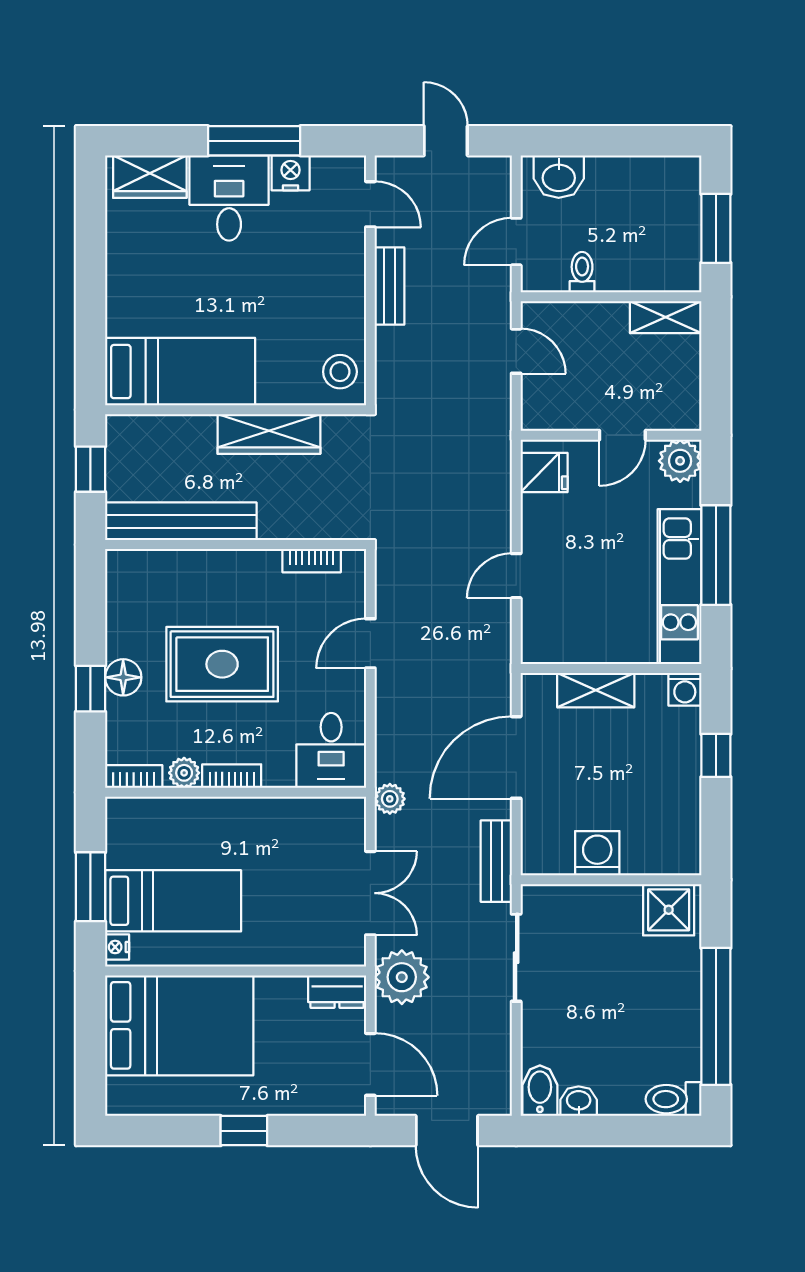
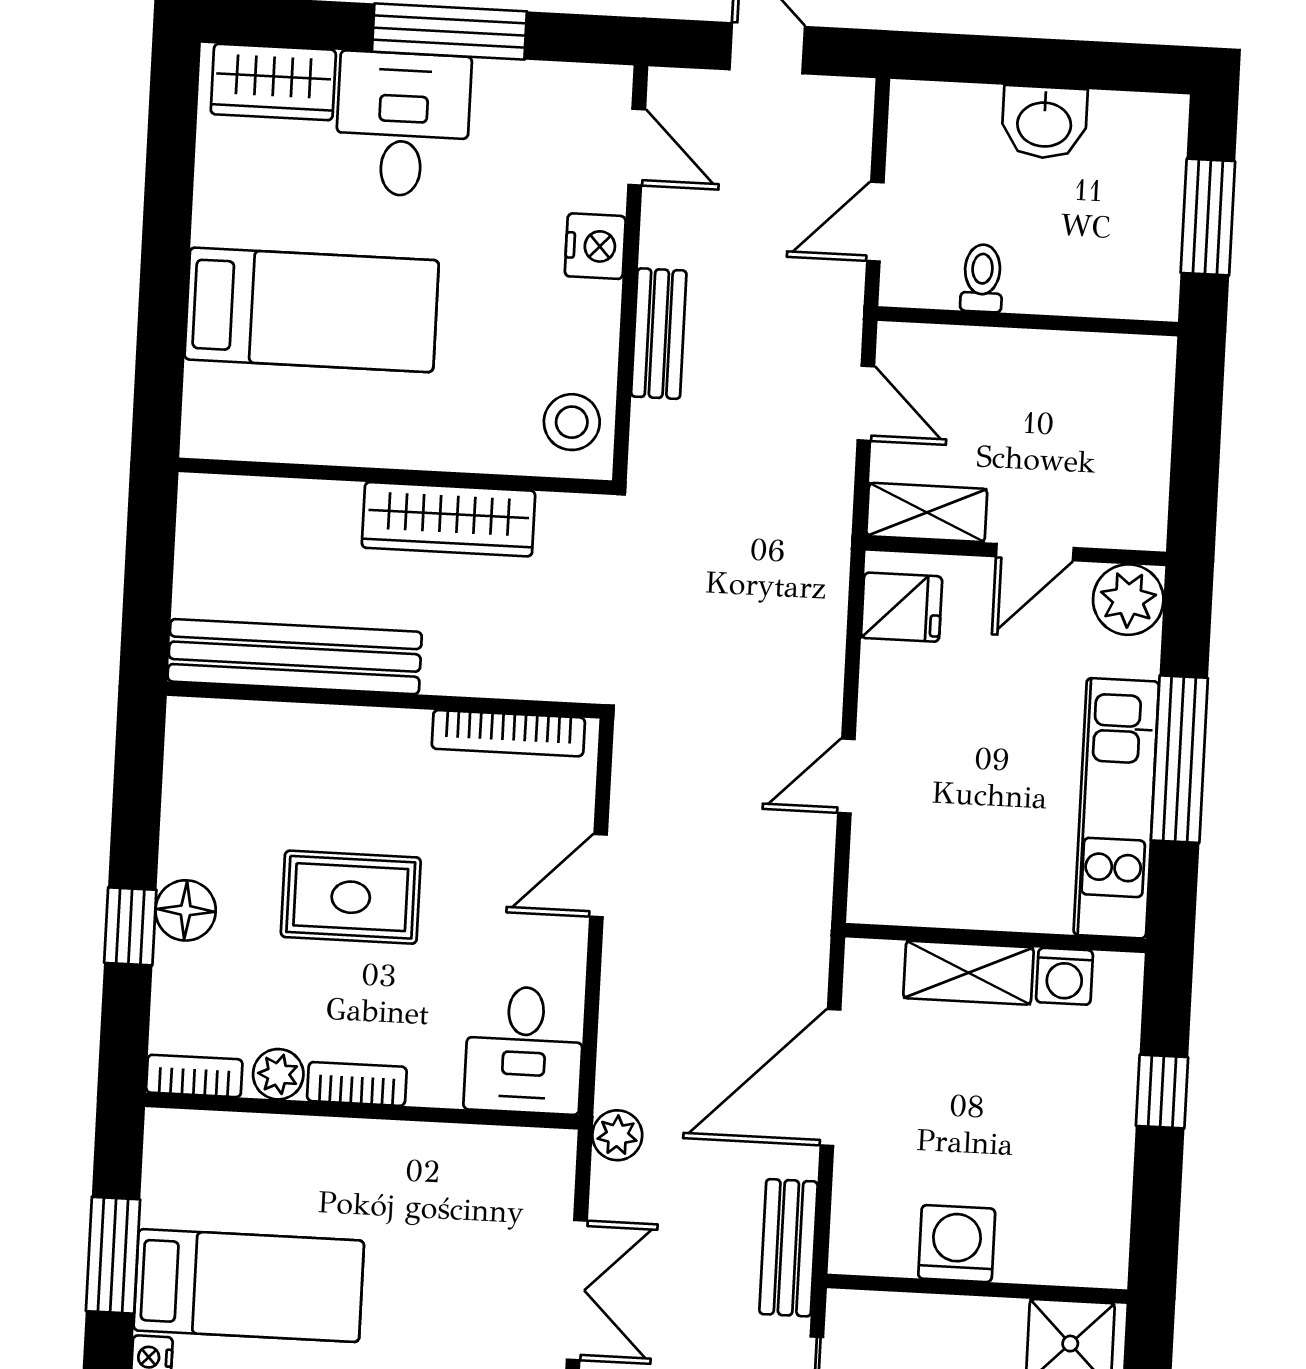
nightstand: (291, 173) -> (595, 246), moved, turned 90
washbasin: (559, 177) -> (1044, 122), moved
bench: (390, 286) -> (659, 334), moved
shelving: (666, 317) -> (927, 512), moved
bed: (180, 372) -> (312, 310), moved
window: (90, 469) -> (149, 562), removed
bookcase: (312, 561) -> (508, 733), width x1.56
rug: (222, 664) -> (351, 897), width x0.73, depth x0.70
washing machine: (685, 689) -> (1064, 976), moved

